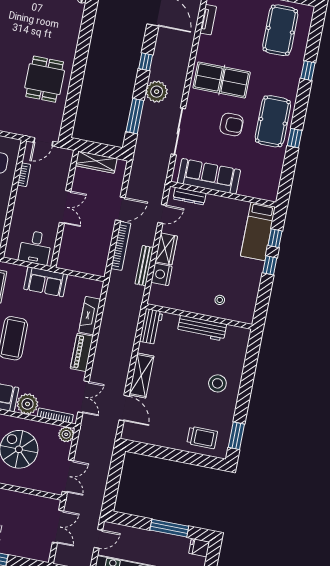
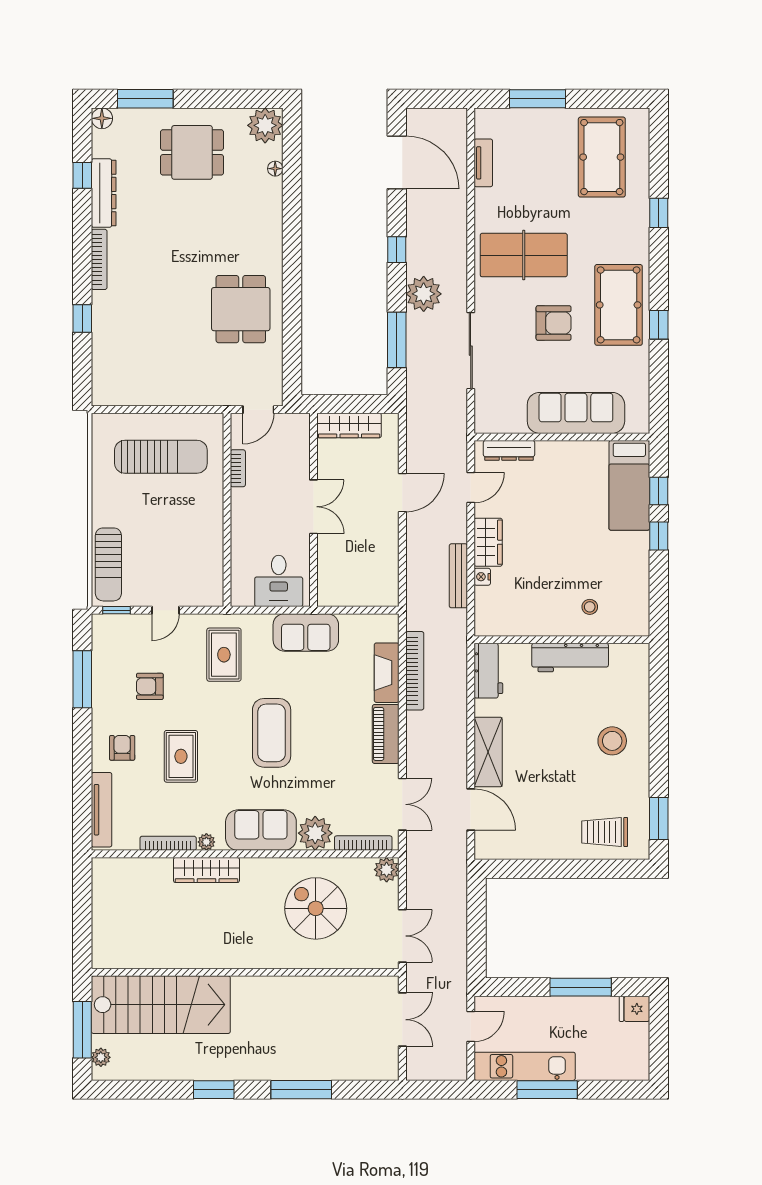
sofa: (209, 176) -> (576, 413), moved
bookcase: (121, 246) -> (415, 671), moved
nightstand: (162, 274) -> (482, 577), width x0.53, depth x0.56
trolley: (202, 437) -> (605, 832), turned 180

